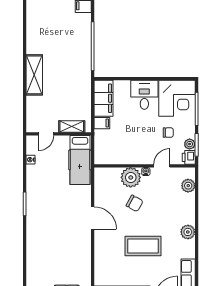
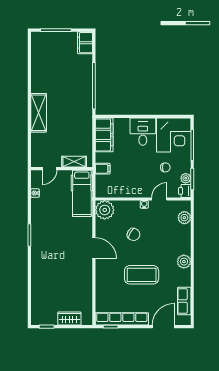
filing cabinet: (102, 123) -> (103, 169), moved
plant: (131, 177) -> (105, 210), moved

